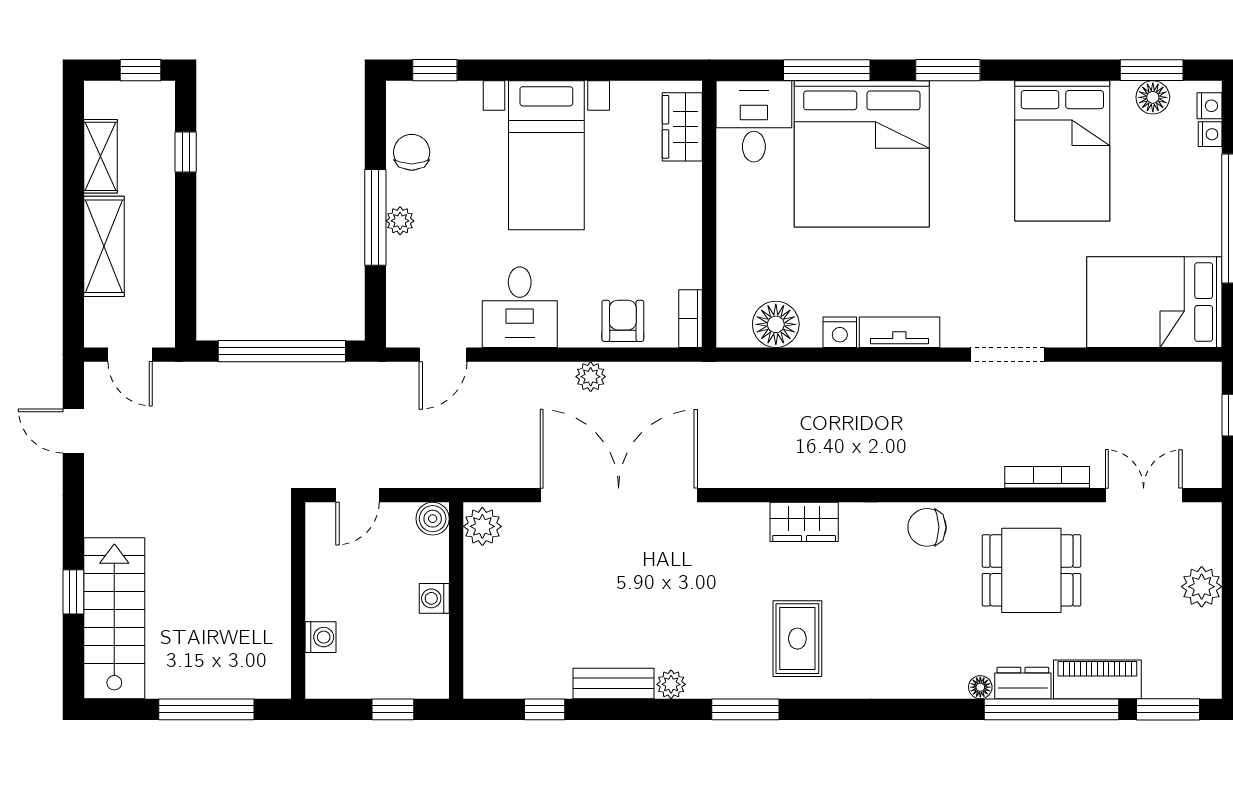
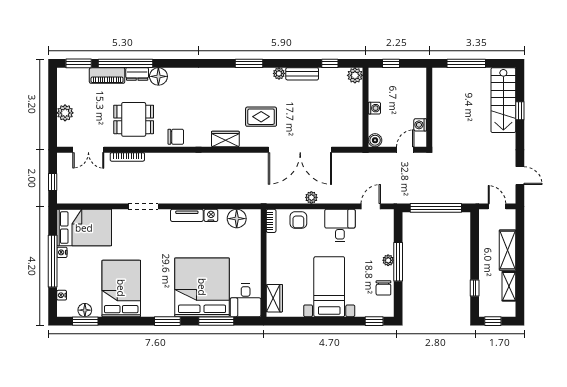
nightstand: (1209, 106) -> (62, 252), moved
plant: (482, 526) -> (355, 75), moved
washing machine: (321, 637) -> (420, 125), moved
rug: (797, 639) -> (261, 117), moved, turned 90
floor lamp: (980, 687) -> (158, 76), width x1.89, depth x1.89

